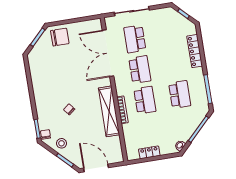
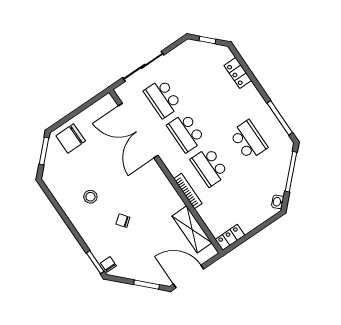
chair: (60, 37) -> (71, 138), turned 180
locker: (195, 51) -> (238, 73), width x0.66
school desk: (140, 70) -> (186, 133), turned 180
school desk: (145, 100) -> (209, 167), turned 180
shelving: (109, 111) -> (192, 229), moved, width x0.68
stool: (62, 143) -> (90, 197), moved
locker: (149, 152) -> (230, 237), moved

